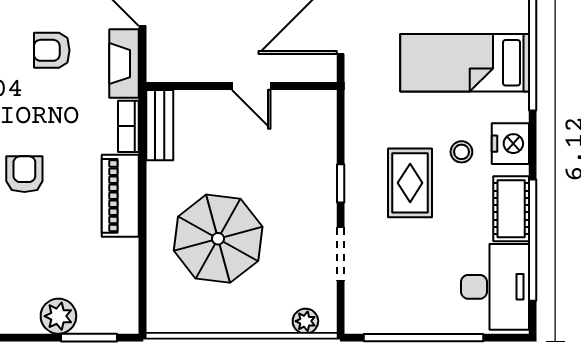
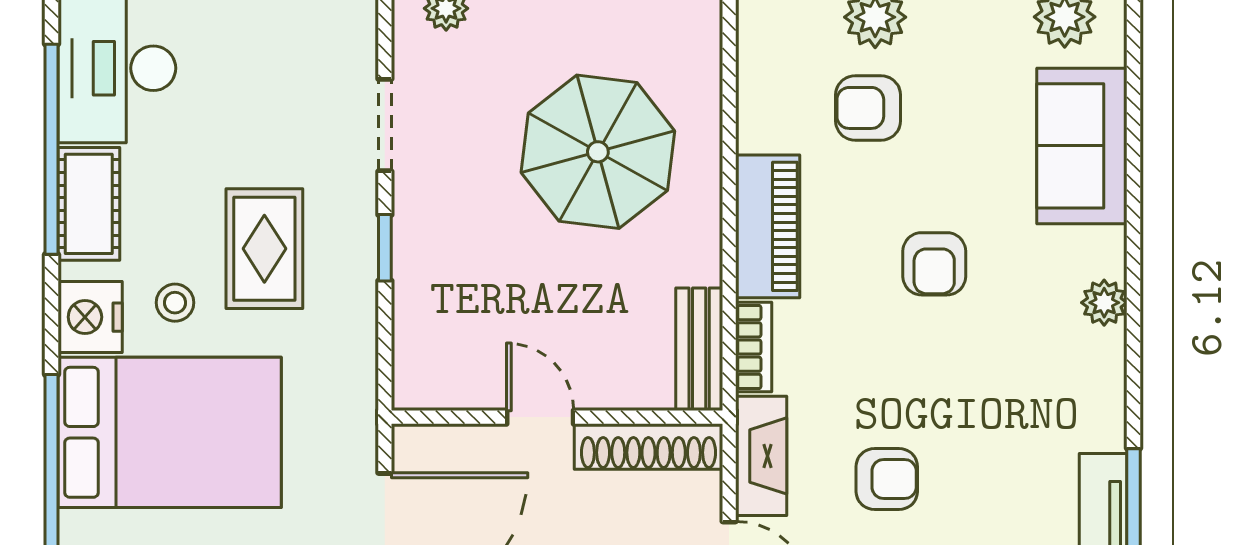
bed: (465, 63) -> (170, 432), width x1.50
shoe rack: (189, 69) -> (648, 447), added
armchair: (63, 264) -> (868, 108), added

